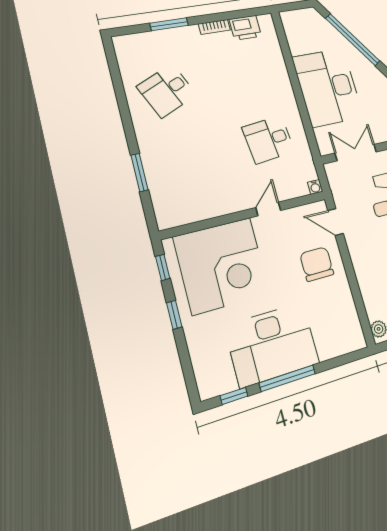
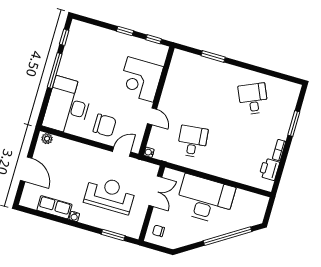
corner desk: (222, 266) -> (141, 79), width x0.74, depth x0.74
desk: (272, 345) -> (68, 106), moved

